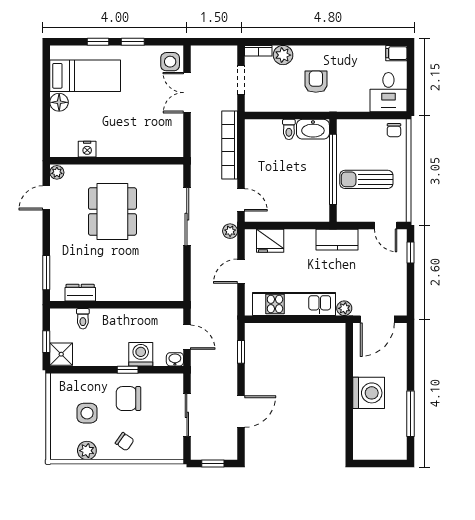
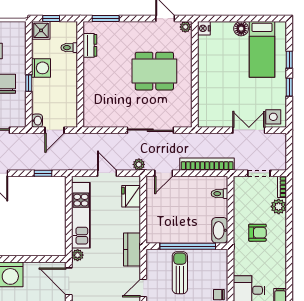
toilet: (289, 129) -> (219, 194), moved
nightstand: (87, 149) -> (204, 28), moved
washing machine: (141, 354) -> (41, 68), moved

